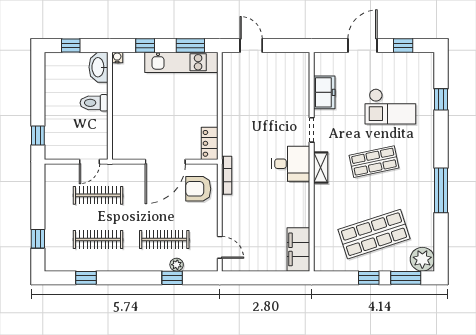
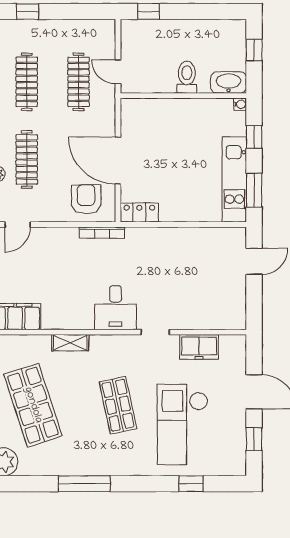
checkout: (390, 107) -> (183, 424), width x1.36, depth x1.21
shelving: (321, 168) -> (70, 343), moved

